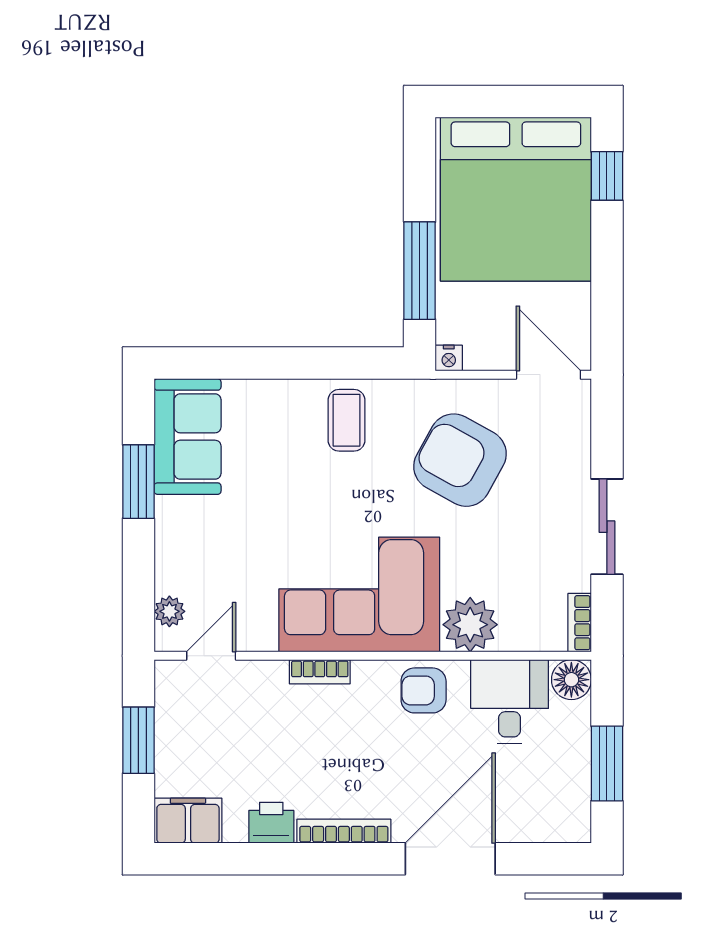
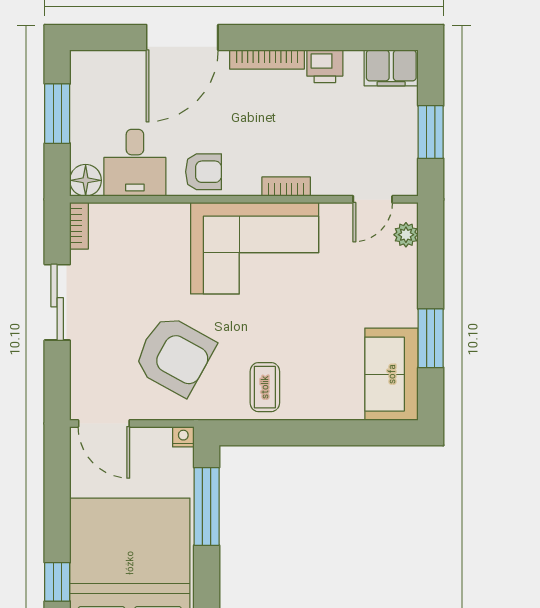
plant: (470, 625) -> (166, 224), removed

